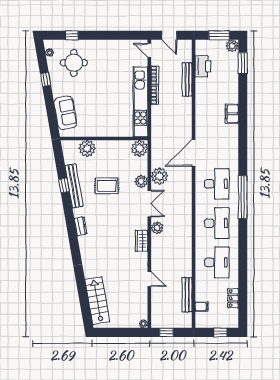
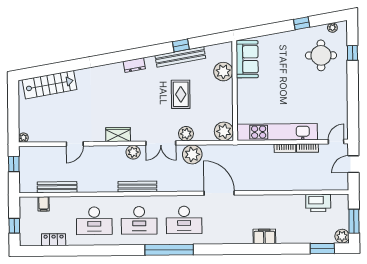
bench: (187, 79) -> (137, 187), moved
sofa: (65, 113) -> (247, 59), moved, turned -80

